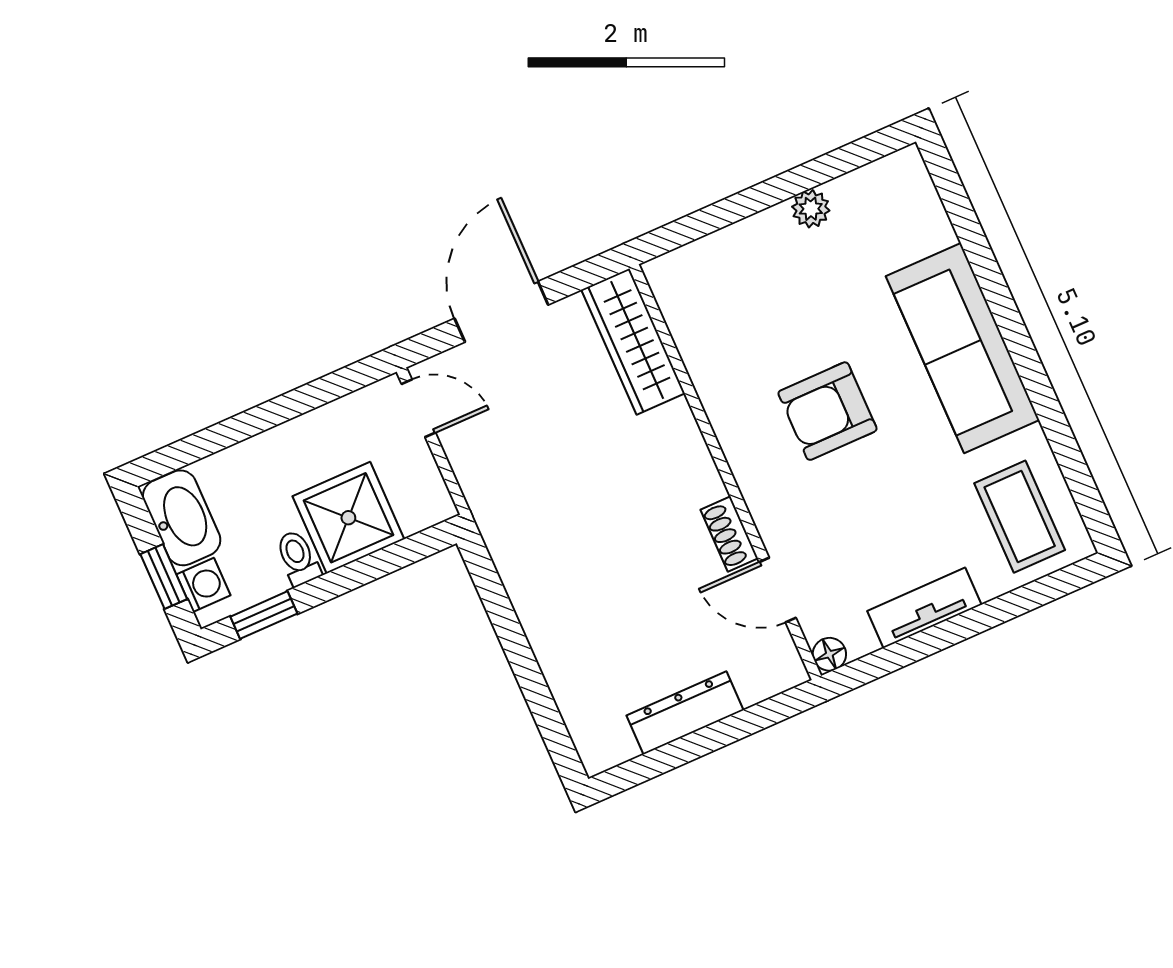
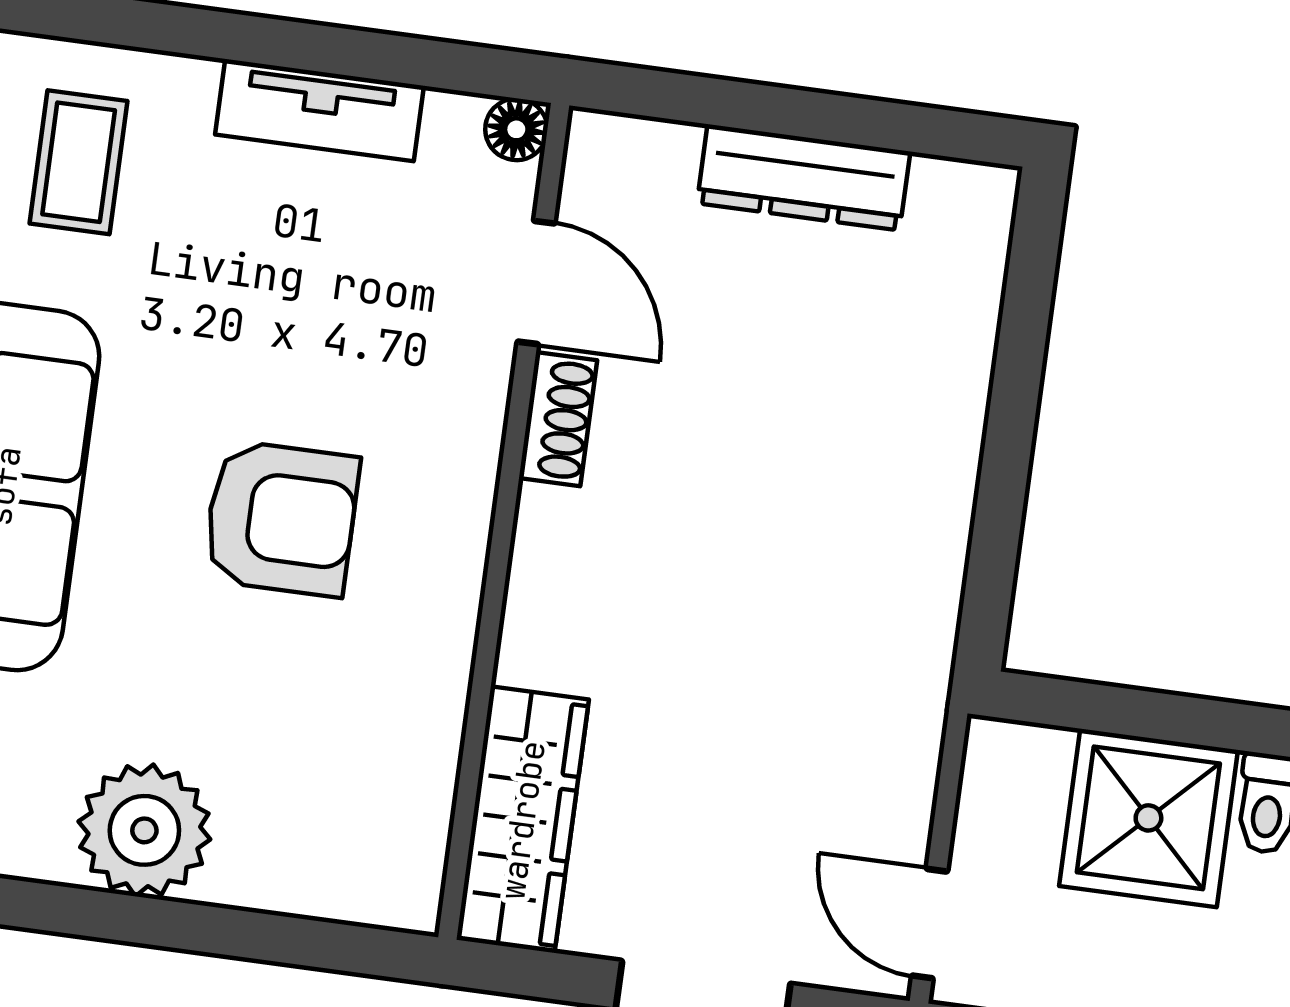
plant: (811, 209) -> (144, 830), width x1.88, depth x1.88
coffee table: (1020, 517) -> (79, 162), width x0.73, depth x0.77

